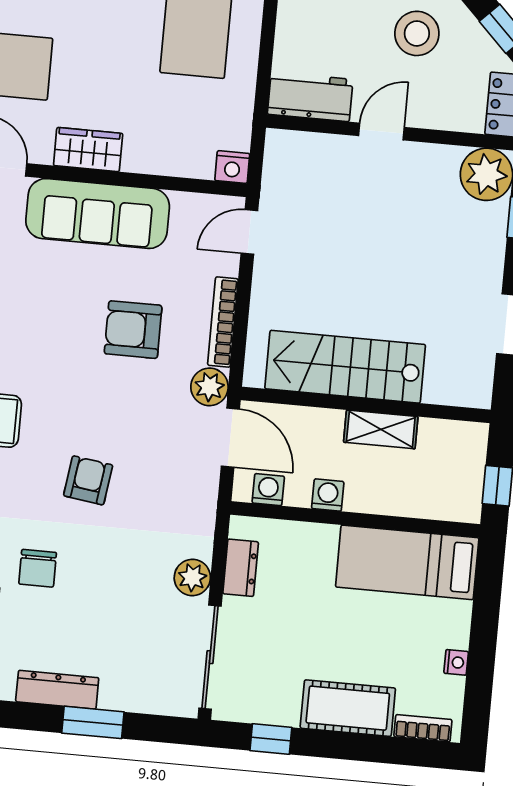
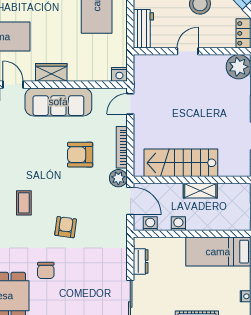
workbench: (310, 97) -> (143, 29), moved, turned 90
plant: (192, 578) -> (119, 268), removed

